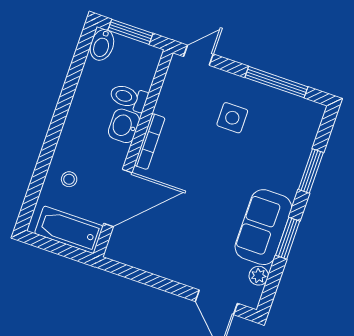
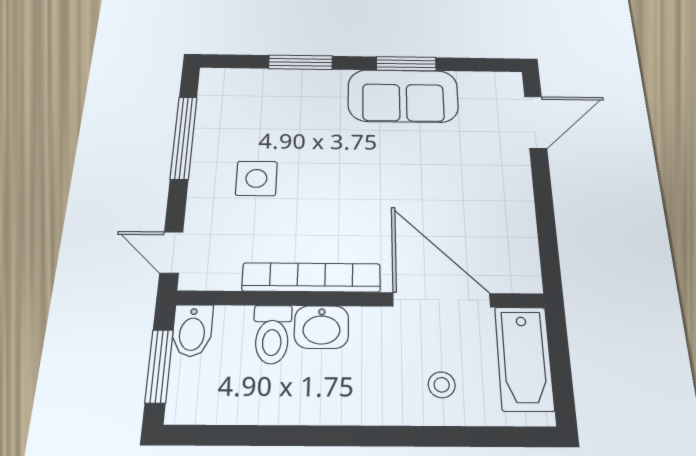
bidet: (102, 45) -> (192, 331), moved, turned 90
bookcase: (150, 142) -> (311, 277), width x1.48, depth x1.31
plant: (259, 276) -> (474, 83), removed

